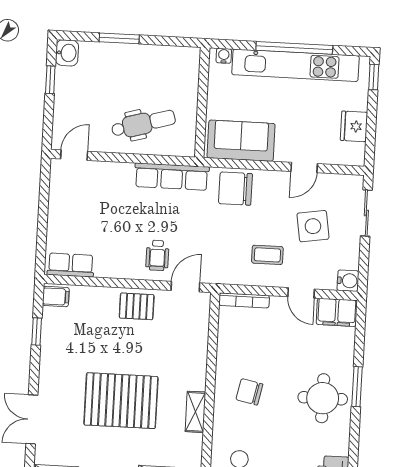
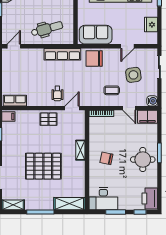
shelving: (195, 412) -> (80, 150), moved

